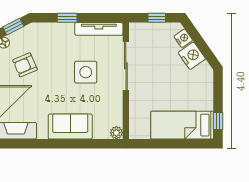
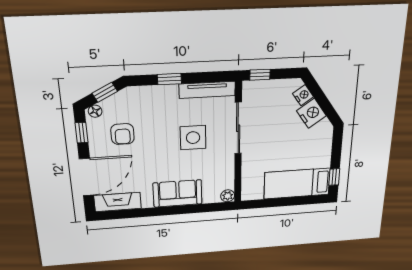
window: (157, 18) -> (260, 75), moved
armchair: (25, 65) -> (123, 134), turned -67

